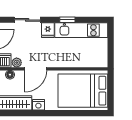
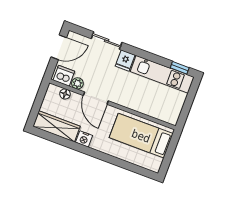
window: (67, 20) -> (180, 68), moved
door: (36, 69) -> (96, 98), hinge flipped
bed: (83, 91) -> (141, 136), width x0.67

